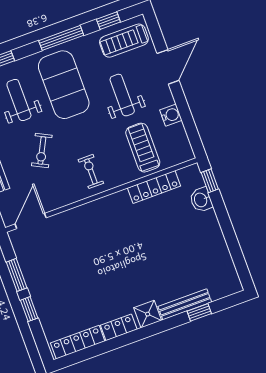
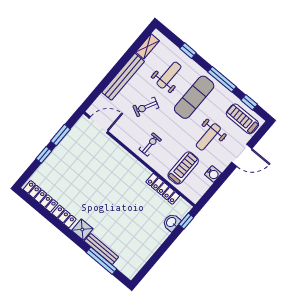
exercise mat: (64, 85) -> (194, 97), width x0.68
weight bench: (122, 95) -> (208, 137), turned 180
window: (199, 312) -> (101, 261), width x2.17

